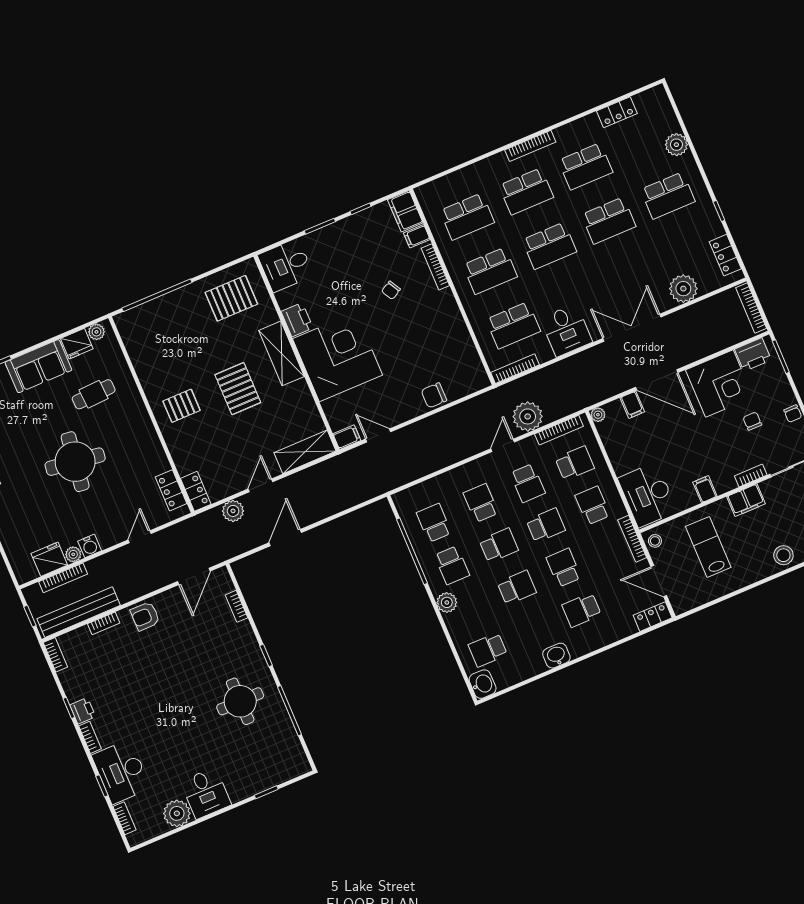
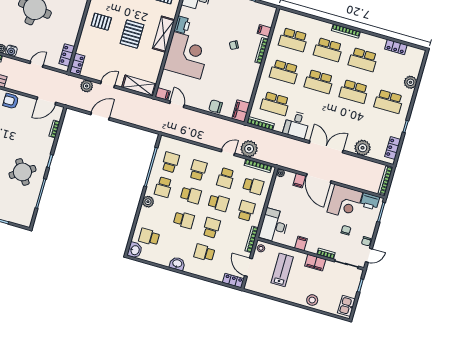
filing cabinet: (405, 211) -> (241, 111), moved
round table: (240, 701) -> (22, 172), turned -33

